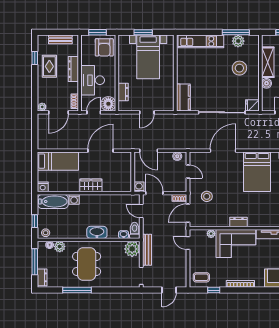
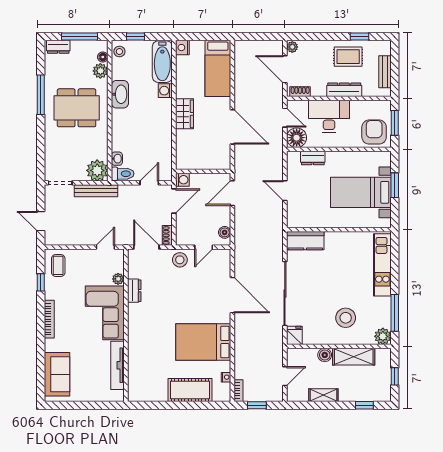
plant: (238, 41) -> (383, 336), moved
armchair: (104, 47) -> (374, 132), turned 90
stool: (207, 196) -> (180, 260), moved
dresser: (238, 222) -> (134, 291), moved
washbasin: (97, 232) -> (120, 94), moved

